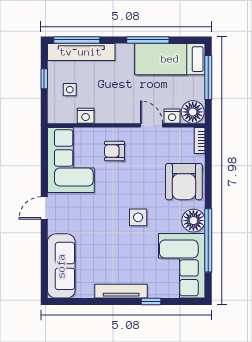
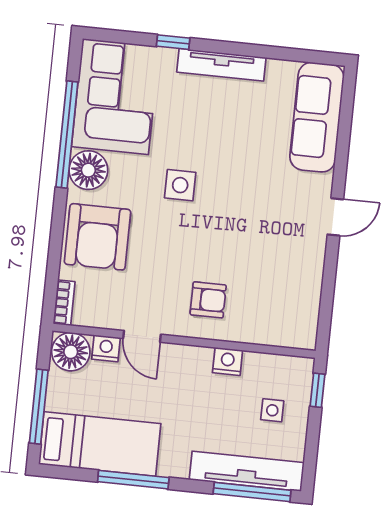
window: (44, 79) -> (317, 390), moved
nightstand: (86, 116) -> (228, 361), moved
corner sofa: (71, 160) -> (283, 292), removed
armchair: (184, 182) -> (98, 237), turned 180

